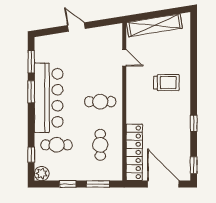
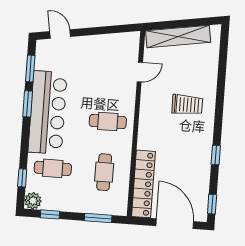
door: (76, 27) -> (60, 34), moved
door: (124, 58) -> (140, 72), hinge flipped
window: (68, 184) -> (50, 214), moved

